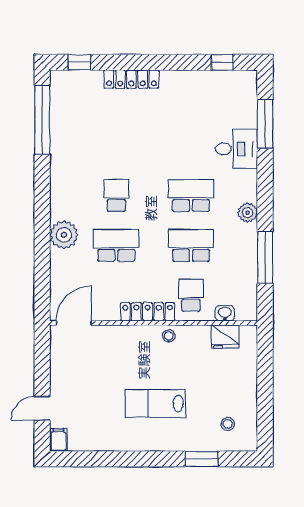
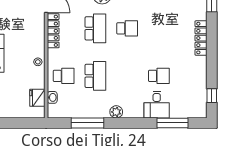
school desk: (191, 195) -> (159, 76), moved, width x0.54
locker: (148, 312) -> (53, 31), moved

